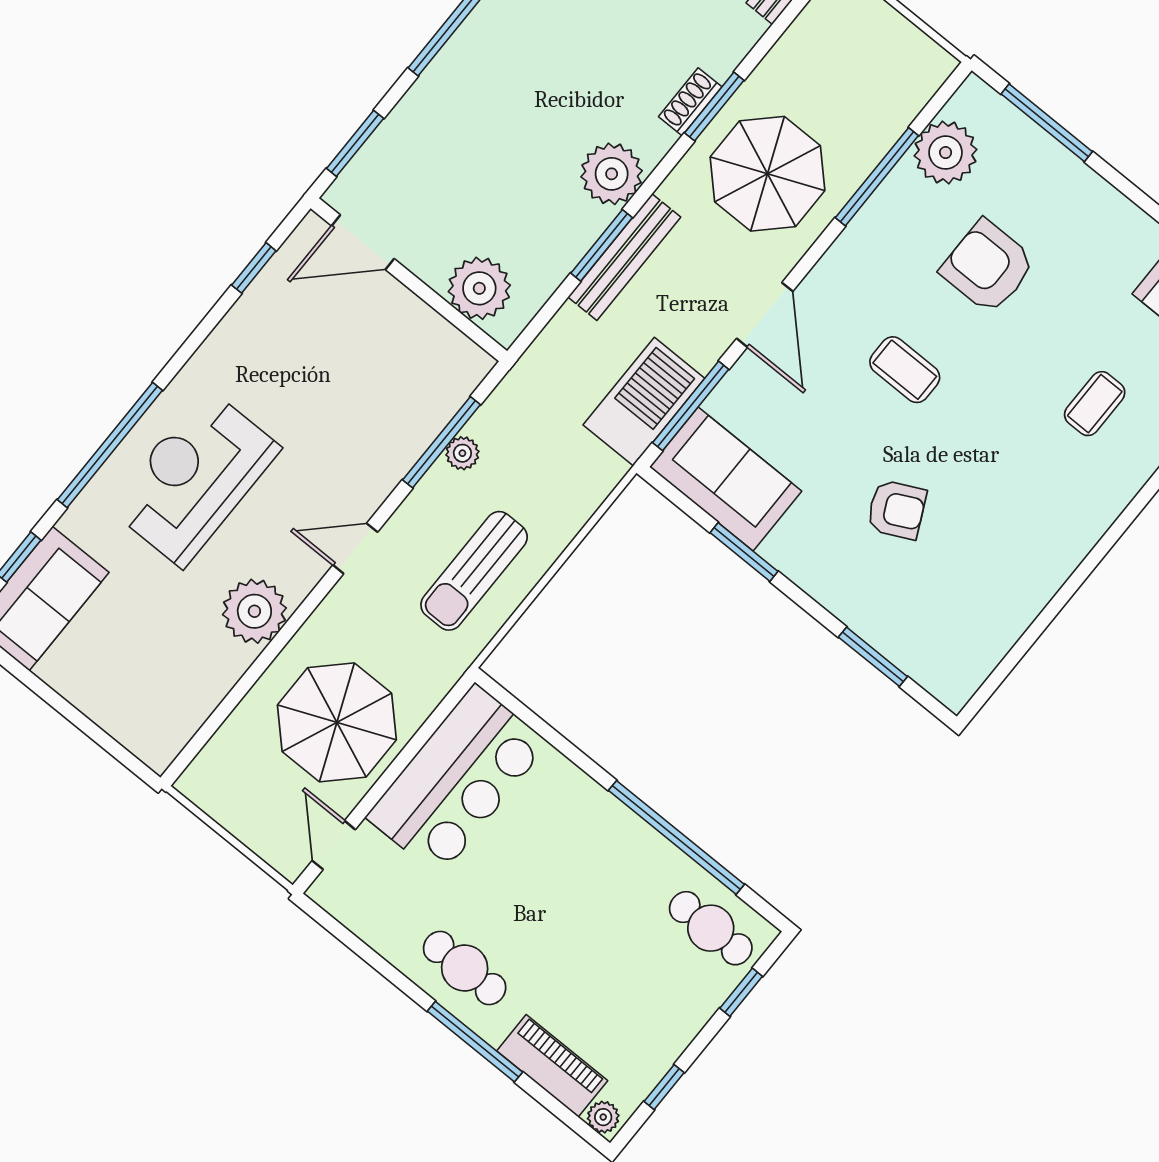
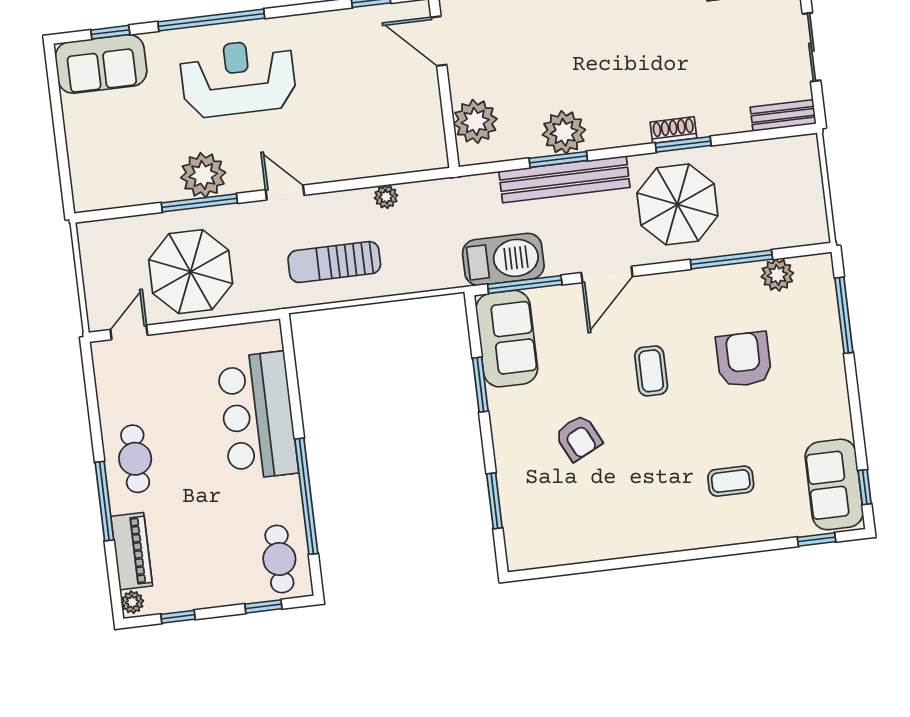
plant: (946, 153) -> (777, 275), width x0.73, depth x0.73
plant: (612, 174) -> (564, 132), moved
bench: (624, 257) -> (564, 179), width x1.37, depth x1.21
window: (442, 442) -> (199, 203), moved
bar counter: (457, 780) -> (258, 416), moved, turned 90

